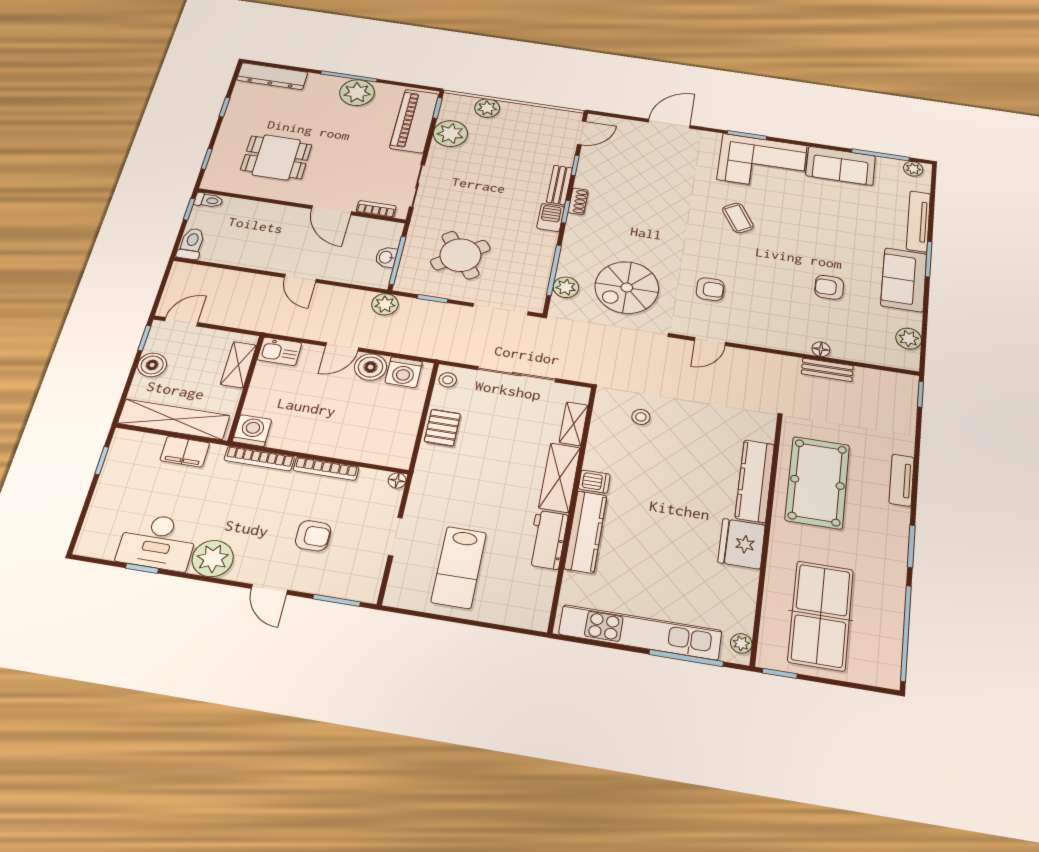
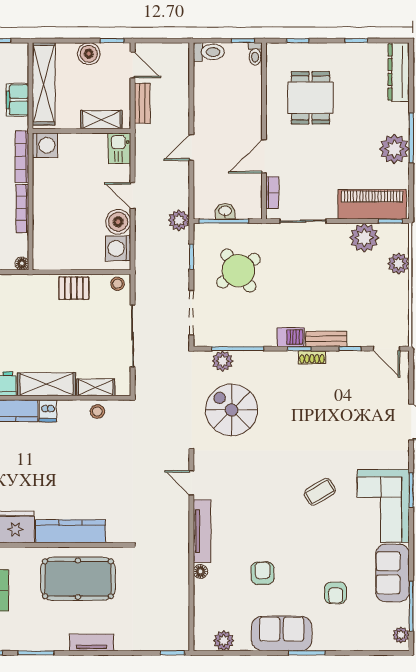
tv unit: (918, 221) -> (202, 531), moved, turned 90
armchair: (710, 289) -> (335, 593), moved
bench: (827, 370) -> (142, 103), moved
stool: (641, 417) -> (97, 411), moved

